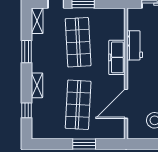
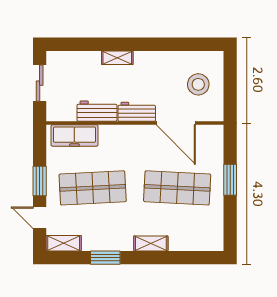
freezer: (117, 57) -> (74, 135), moved
workbench: (134, 75) -> (137, 112), added
window: (26, 110) -> (185, 258), removed

